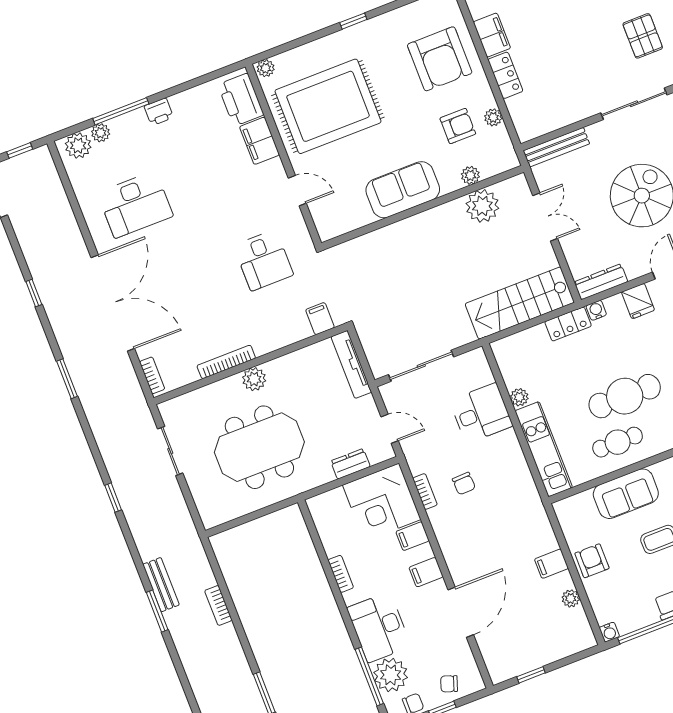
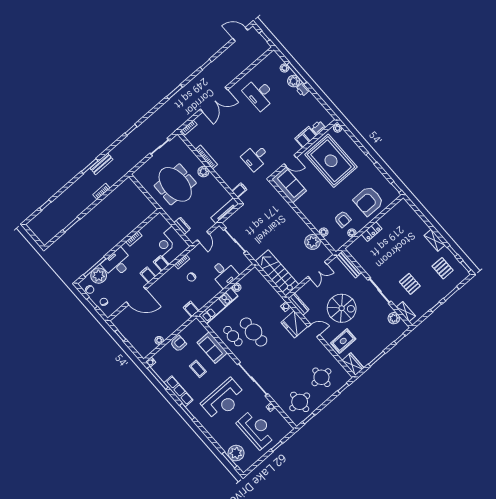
filing cabinet: (492, 35) -> (387, 220), removed
pallet: (643, 36) -> (410, 284), turned 90
printer: (241, 100) -> (318, 128), width x0.53, depth x0.68
plant: (78, 145) -> (294, 81), moved
sofa: (403, 190) -> (289, 185), moved
door: (297, 191) -> (290, 161), hinge flipped
fridge: (638, 301) -> (294, 324), width x1.88, depth x1.34
double door: (113, 303) -> (214, 100), width x0.73
locker: (568, 324) -> (276, 297), removed
filing cabinet: (551, 564) -> (191, 309), moved

